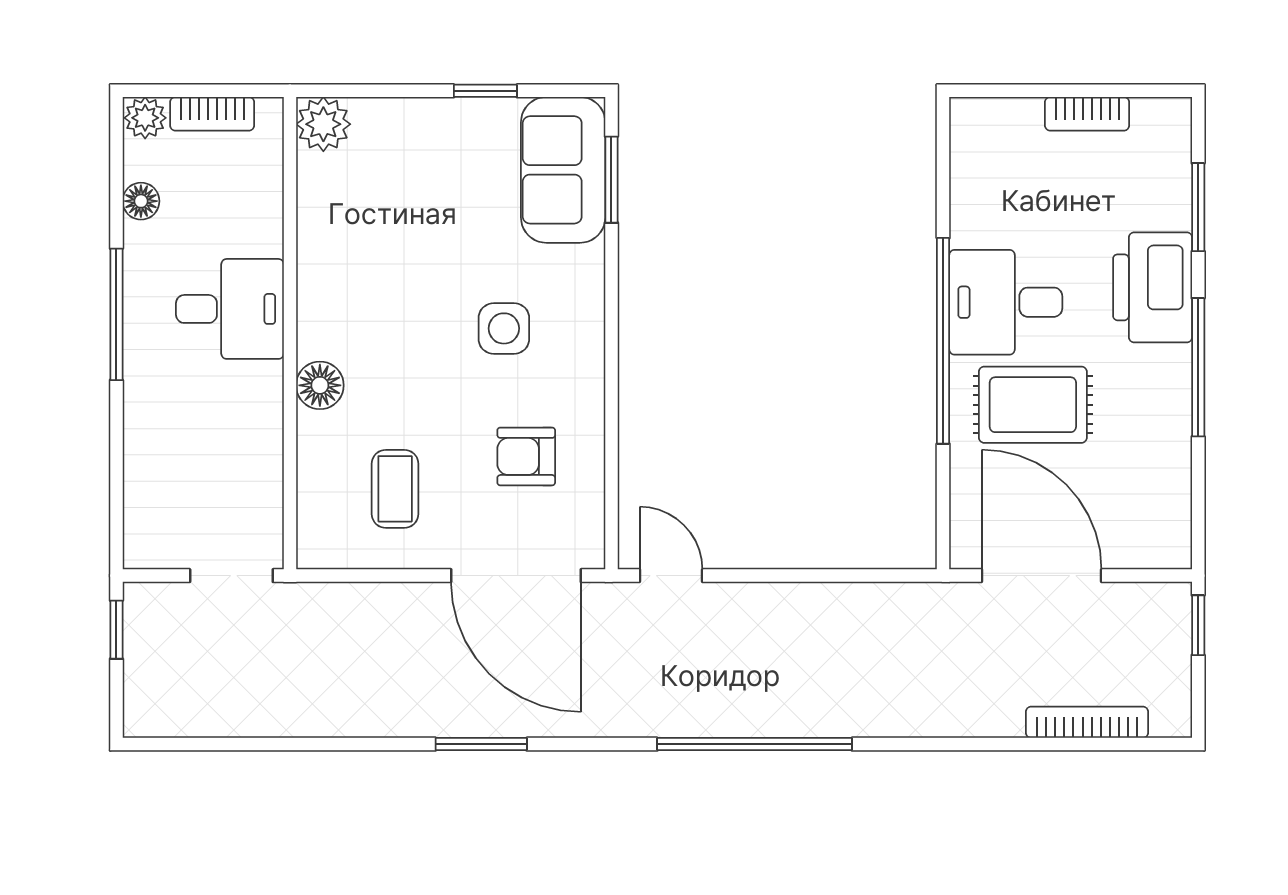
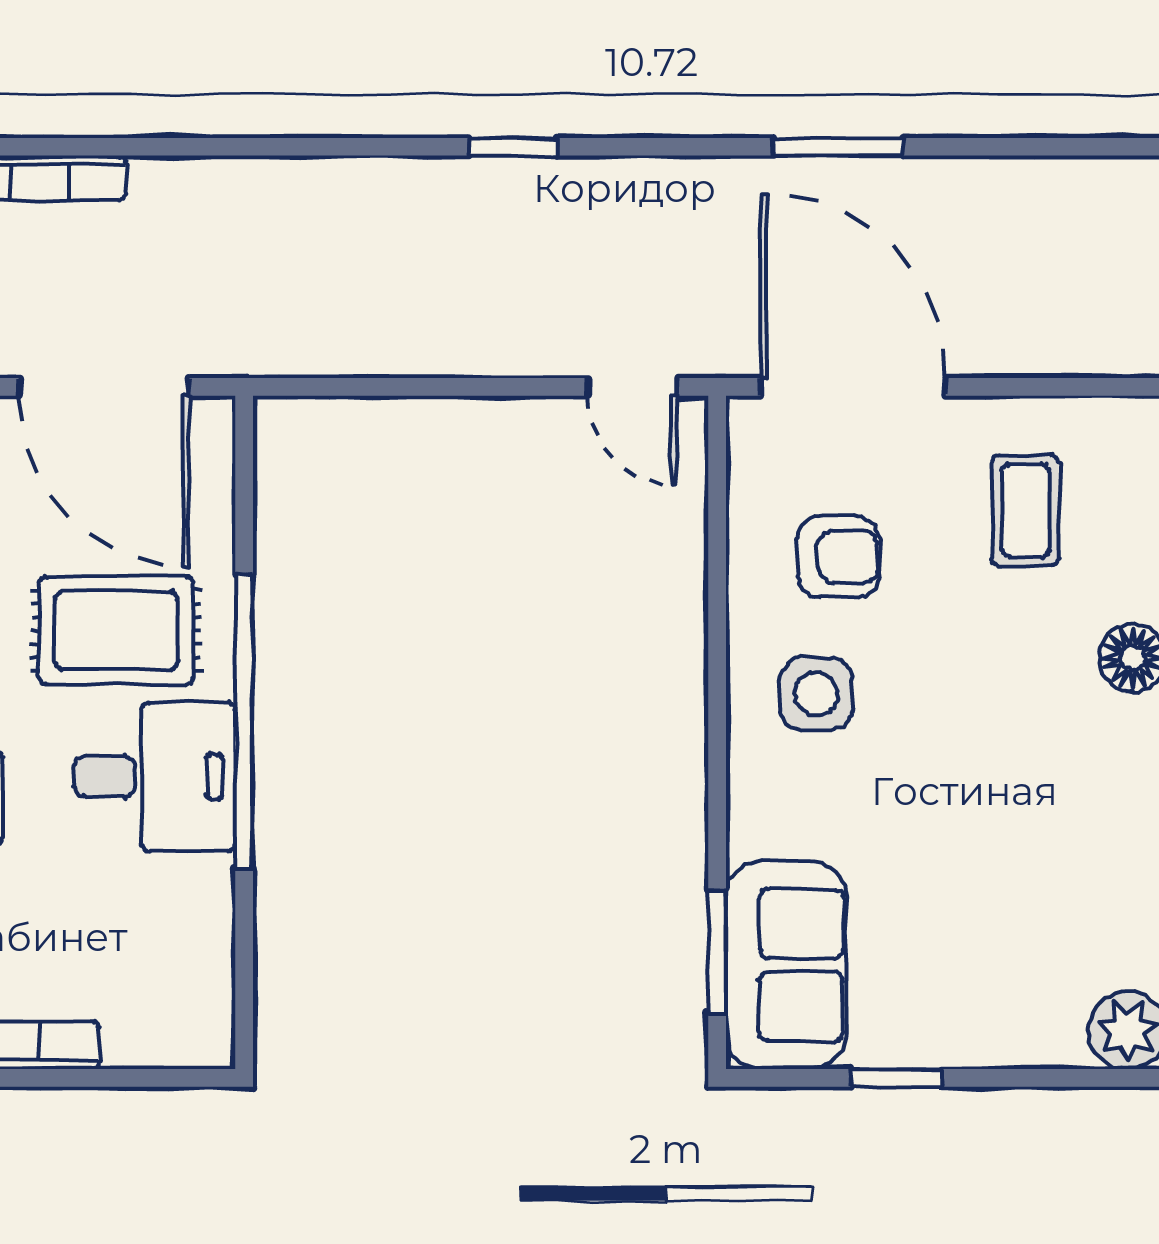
side table: (504, 328) -> (816, 694), moved
window: (481, 744) -> (838, 147), moved
window: (755, 744) -> (513, 147), width x0.32

